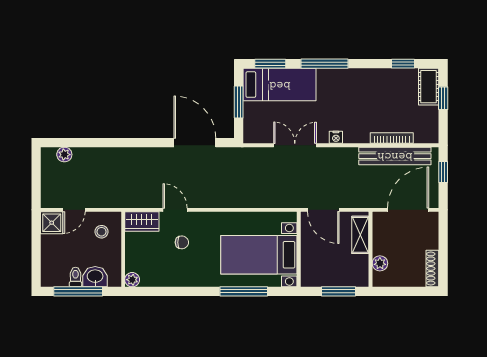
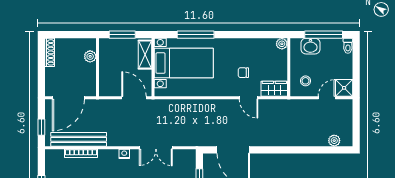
shelving: (360, 235) -> (145, 55), moved
toilet: (75, 277) -> (348, 46), moved

